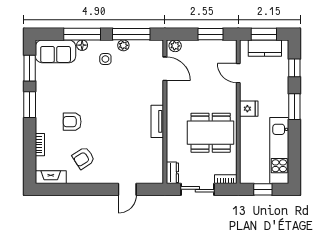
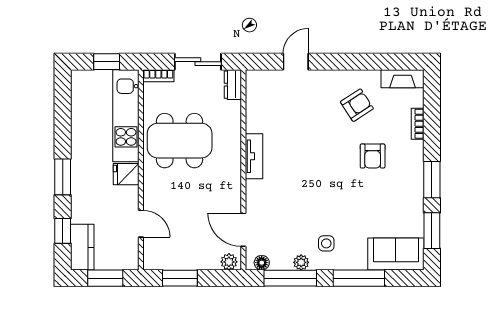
floor lamp: (82, 45) -> (262, 263), moved
kitchen counter: (265, 48) -> (82, 247), moved, turned 90
armchair: (72, 122) -> (373, 156), turned 90
kitchen unit: (279, 151) -> (126, 116), moved, turned 180

